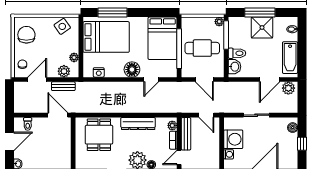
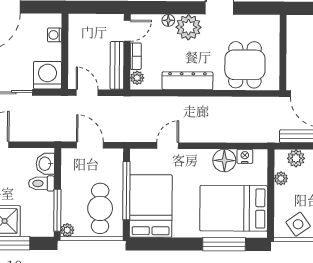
cafe table: (202, 48) -> (100, 208), moved, turned 90
floor lamp: (132, 70) -> (224, 160), moved
washing machine: (233, 139) -> (47, 75), moved, turned 90

